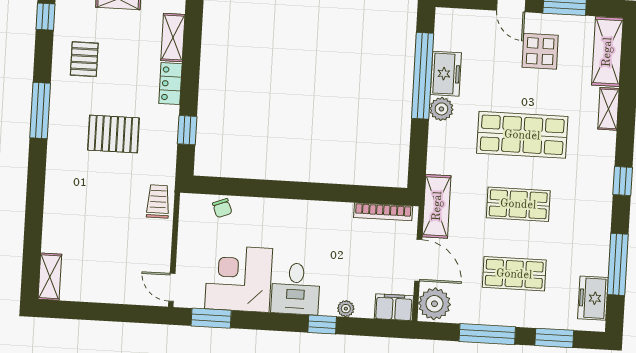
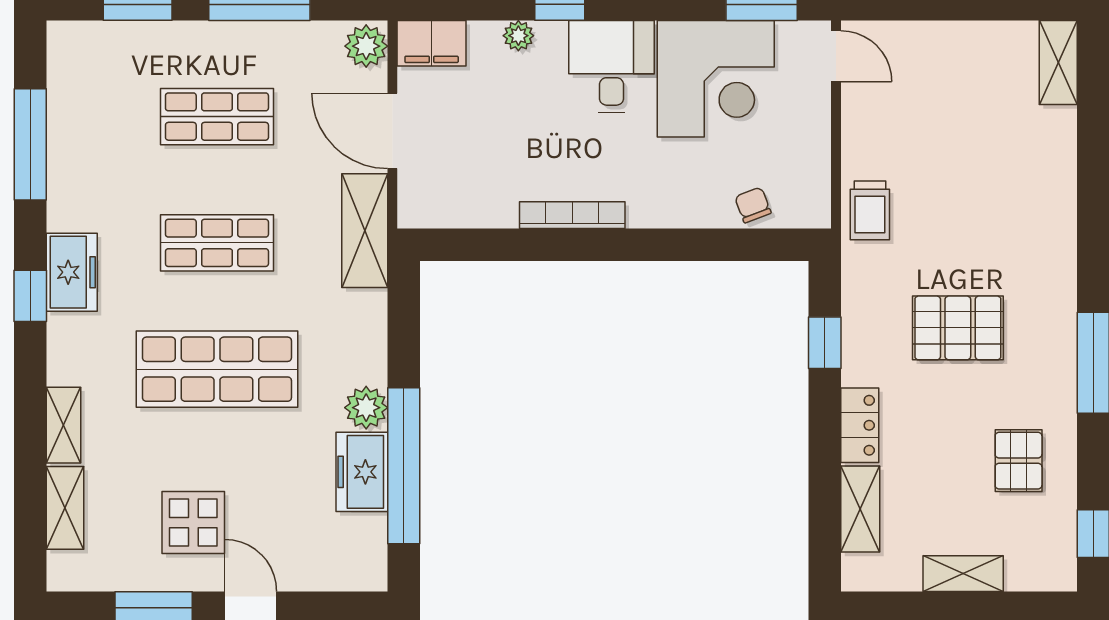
shelving: (607, 52) -> (65, 508), width x0.67, depth x0.75
bookcase: (383, 212) -> (572, 215), moved
freezer: (593, 298) -> (72, 272), moved
plant: (434, 304) -> (366, 46), width x0.73, depth x0.73

